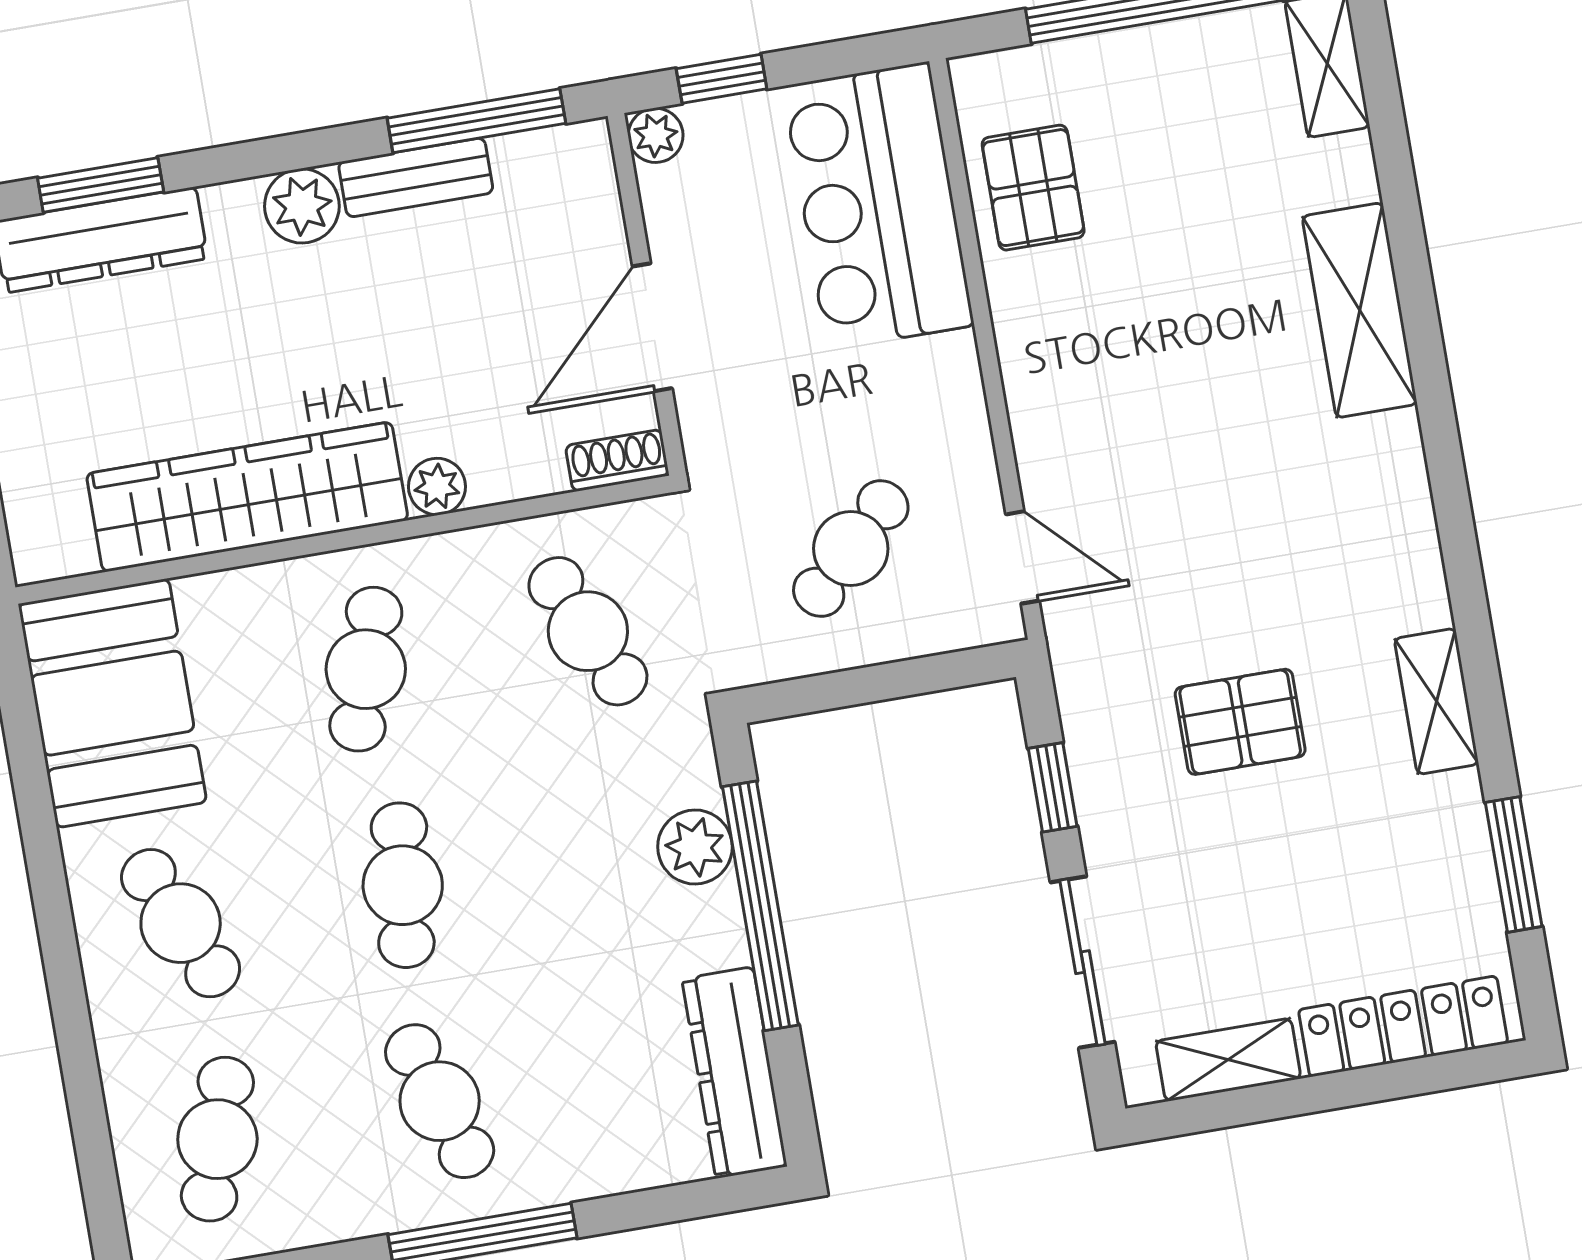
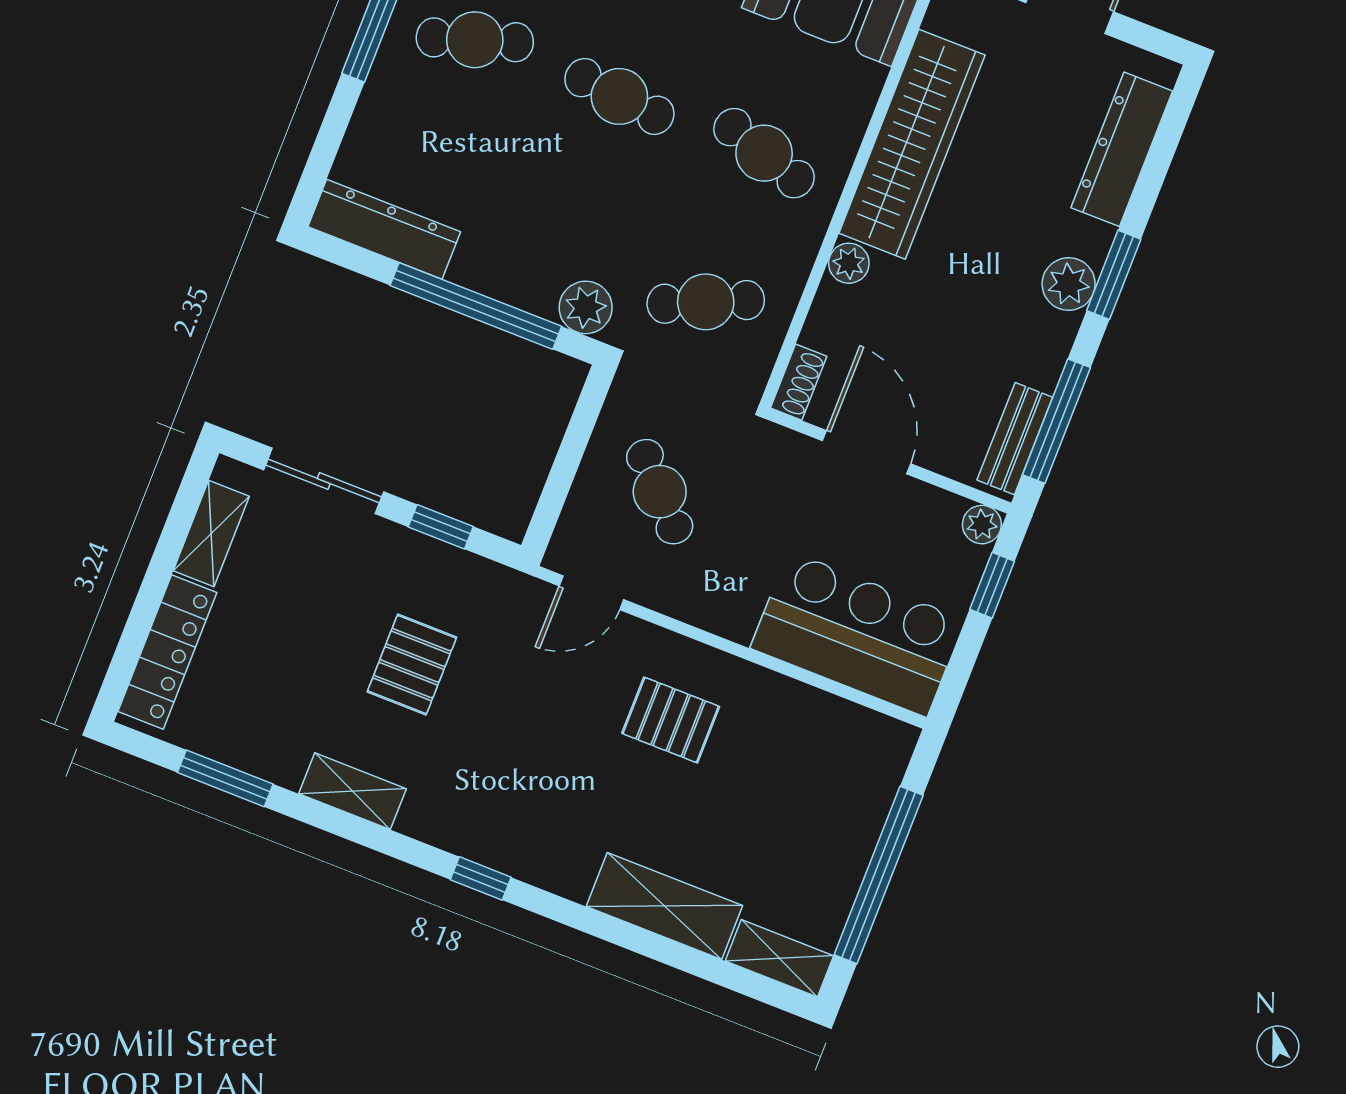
bench: (416, 177) -> (1015, 439), moved
window: (101, 185) -> (1114, 275), moved
pallet: (1033, 188) -> (671, 720), moved
shelving: (1360, 310) -> (664, 906), moved
window: (1448, 483) -> (481, 878), added
plant: (695, 847) -> (586, 307), moved

